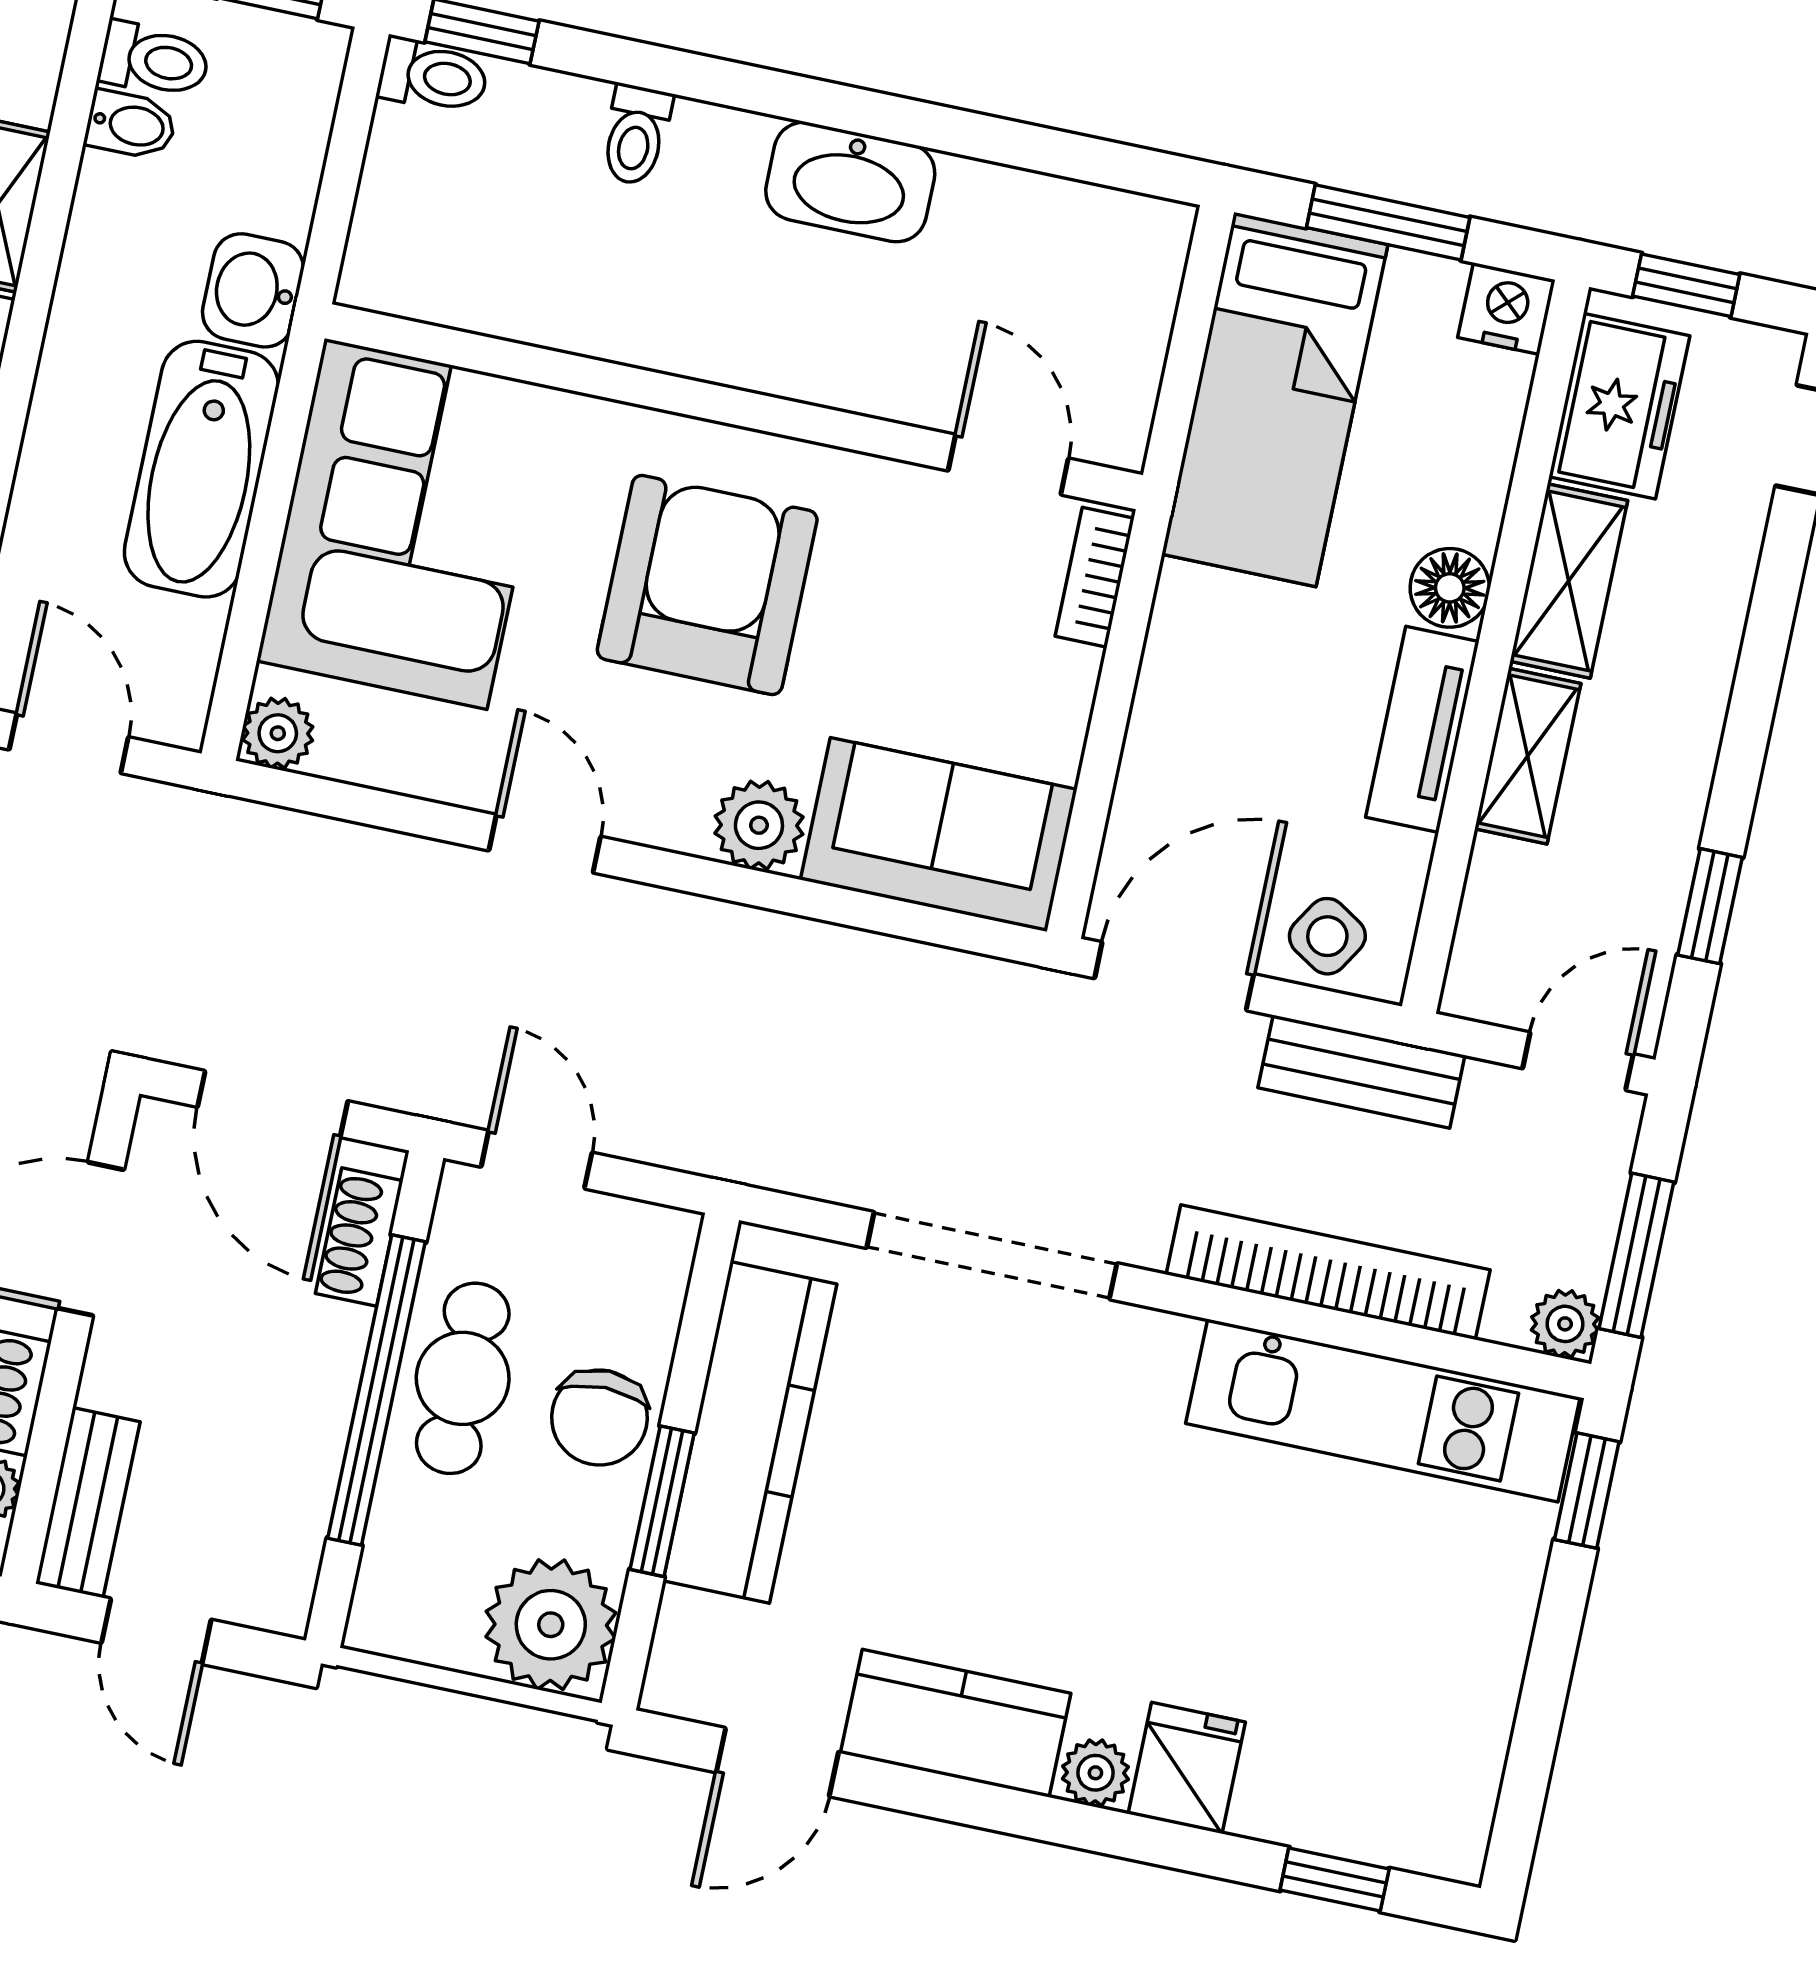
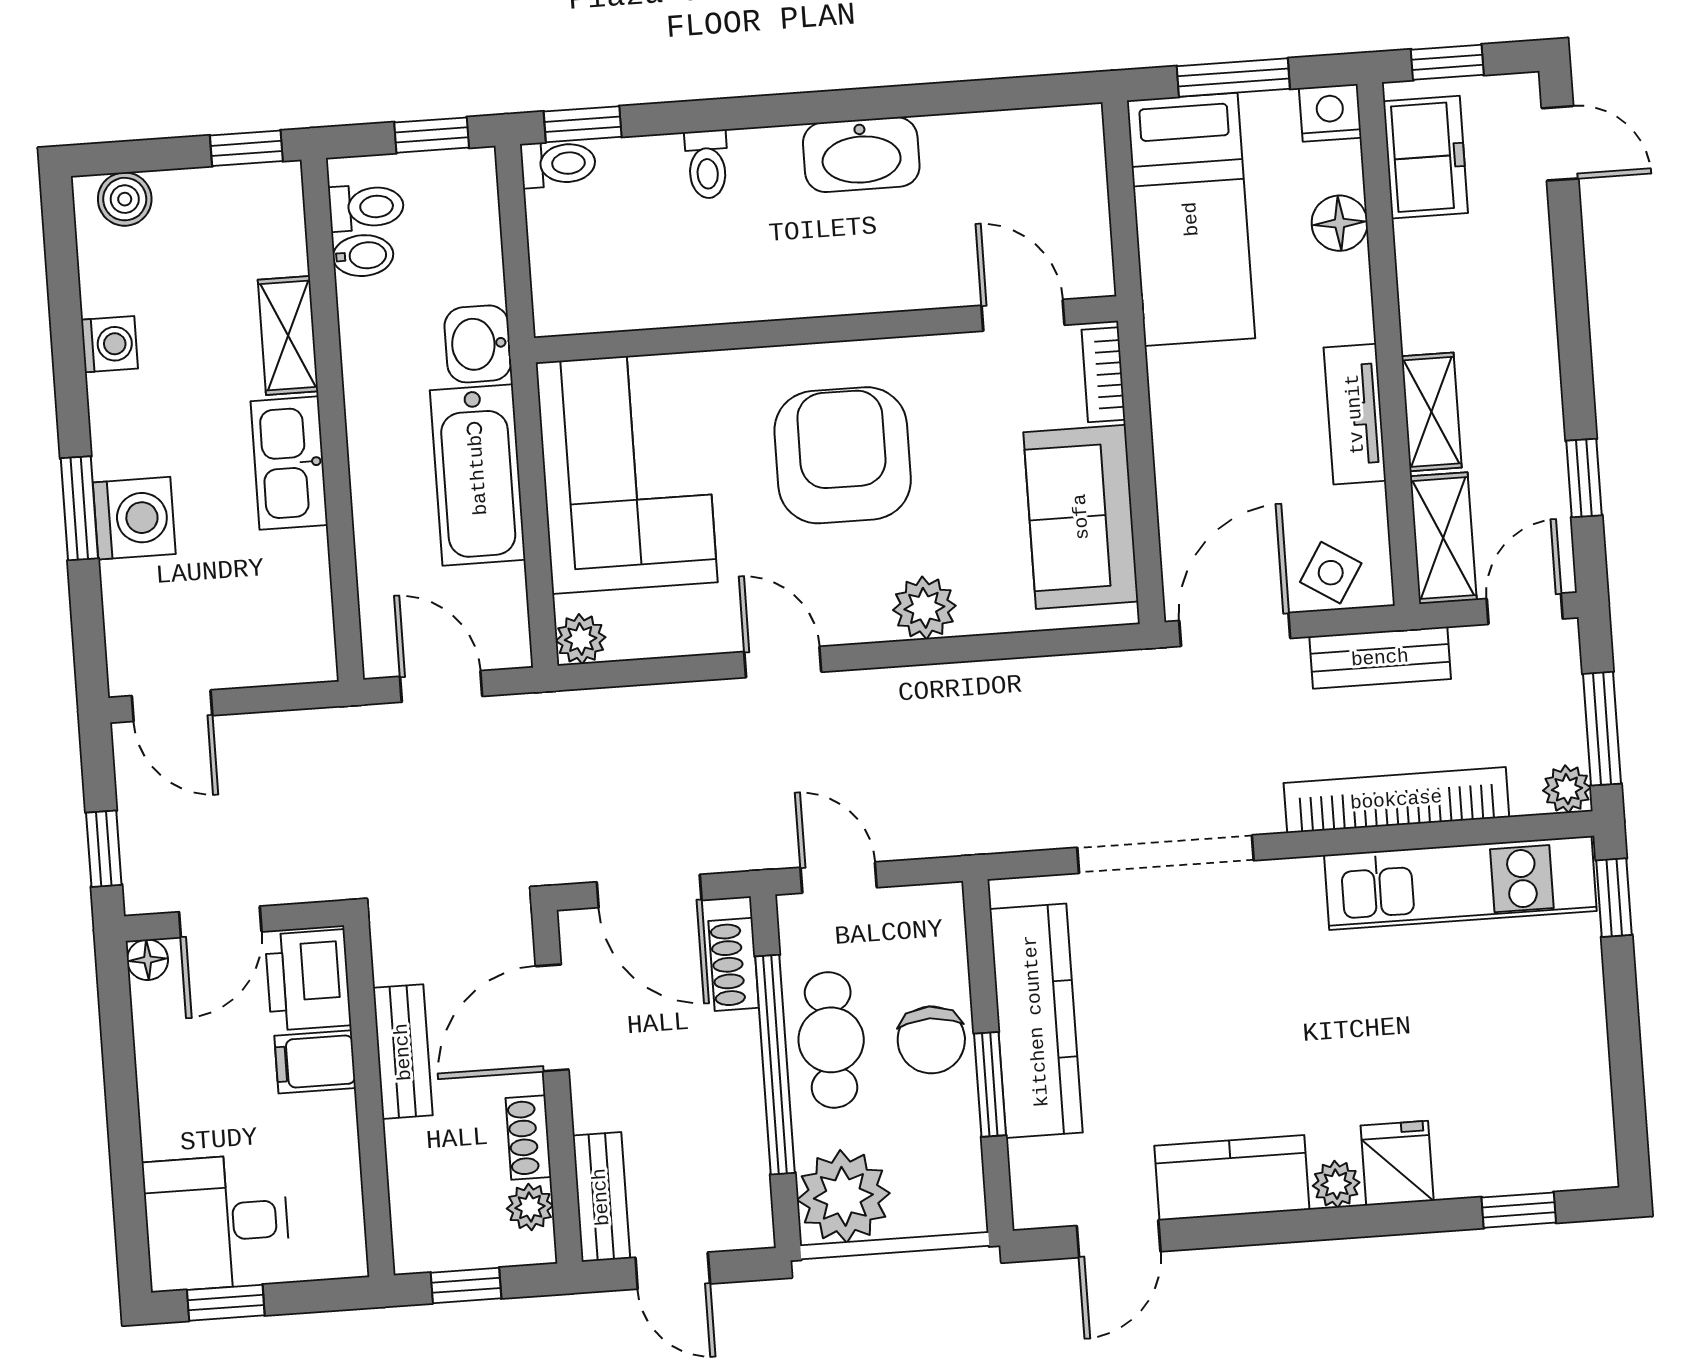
shelving: (1569, 581) -> (1443, 538), moved
floor lamp: (1450, 588) -> (1340, 223), moved
sofa: (939, 835) -> (1081, 517), moved, turned -90
plant: (551, 1625) -> (843, 1196), moved

